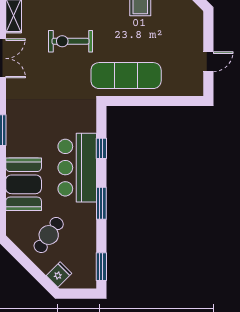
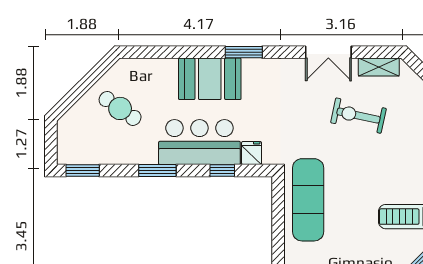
exercise bike: (71, 41) -> (358, 116), moved, turned -78
booth: (24, 184) -> (210, 79), moved
fridge: (59, 274) -> (252, 153), moved, turned -135

